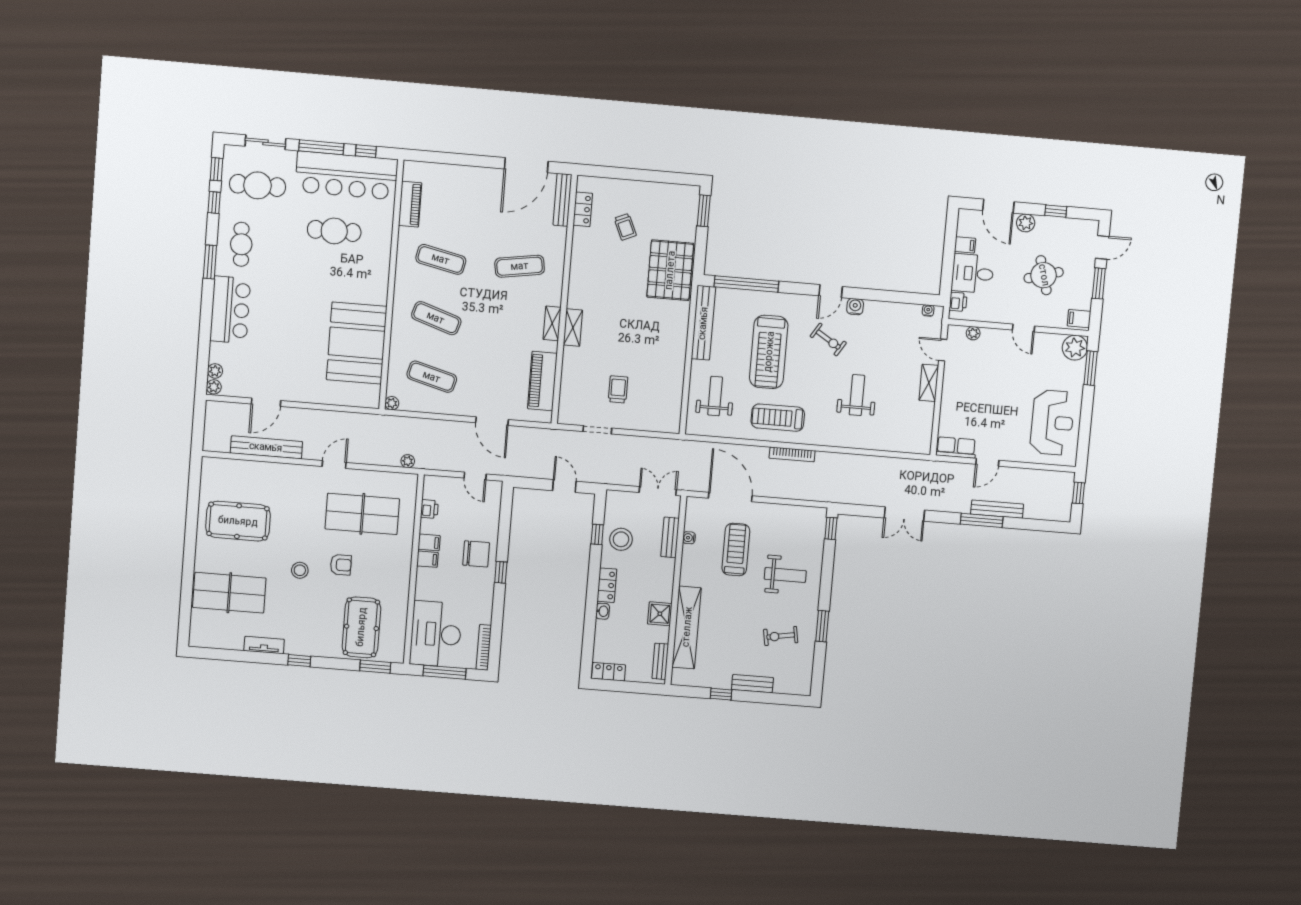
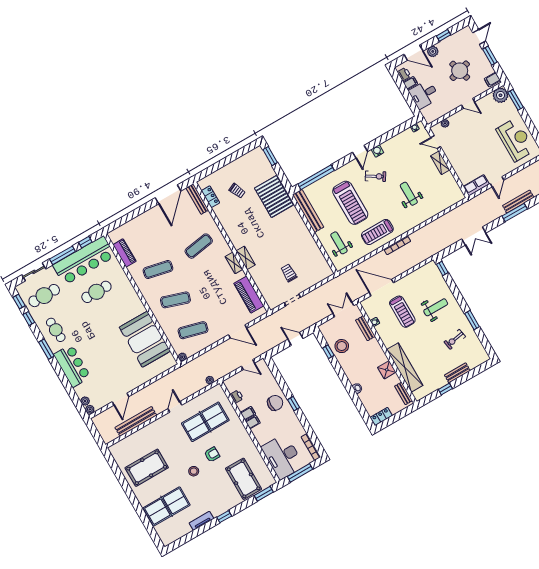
printer: (958, 302) -> (404, 74), moved
treadmill: (736, 550) -> (402, 312), turned 180
locker: (607, 585) -> (351, 374), removed

